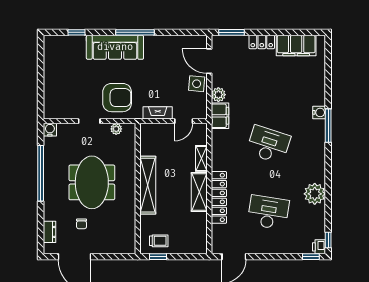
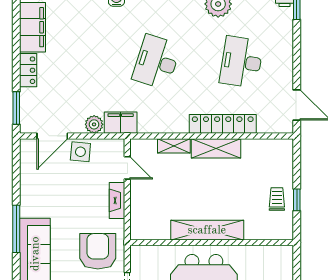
plant: (116, 129) -> (137, 252), removed
shelving: (148, 185) -> (207, 230), moved
wall: (138, 189) -> (212, 243), moved

